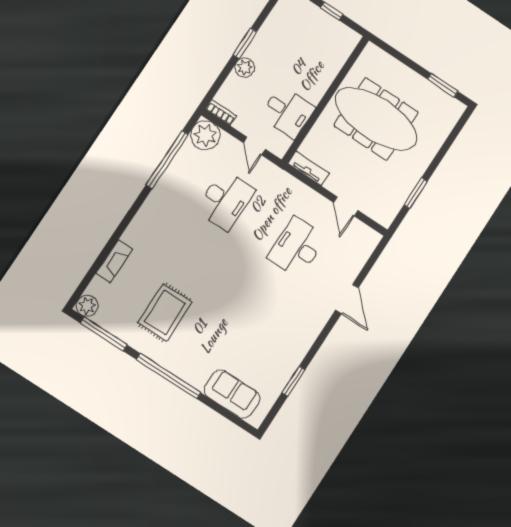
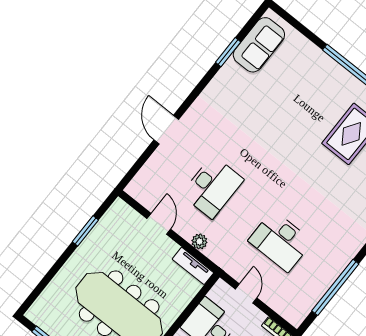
plant: (205, 135) -> (199, 241), moved, width x0.53, depth x0.53
desk: (225, 200) -> (280, 241), turned -90
sofa: (232, 394) -> (259, 45), moved, turned -90

